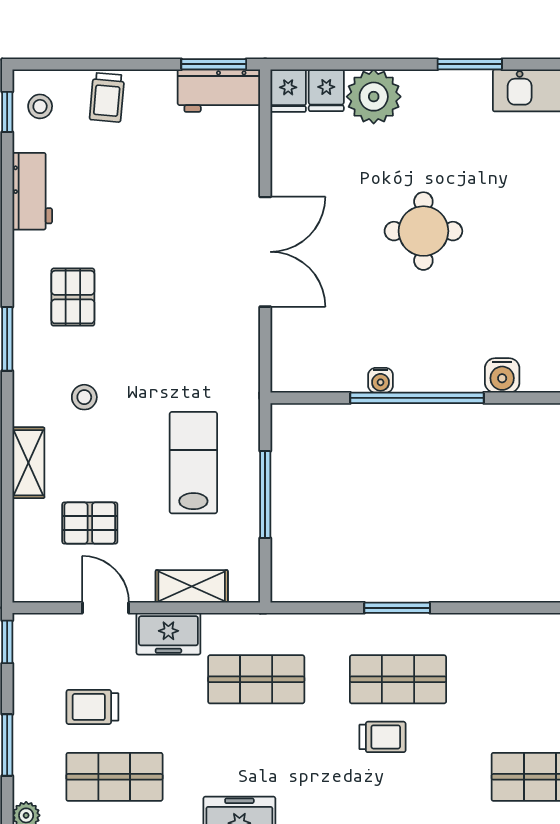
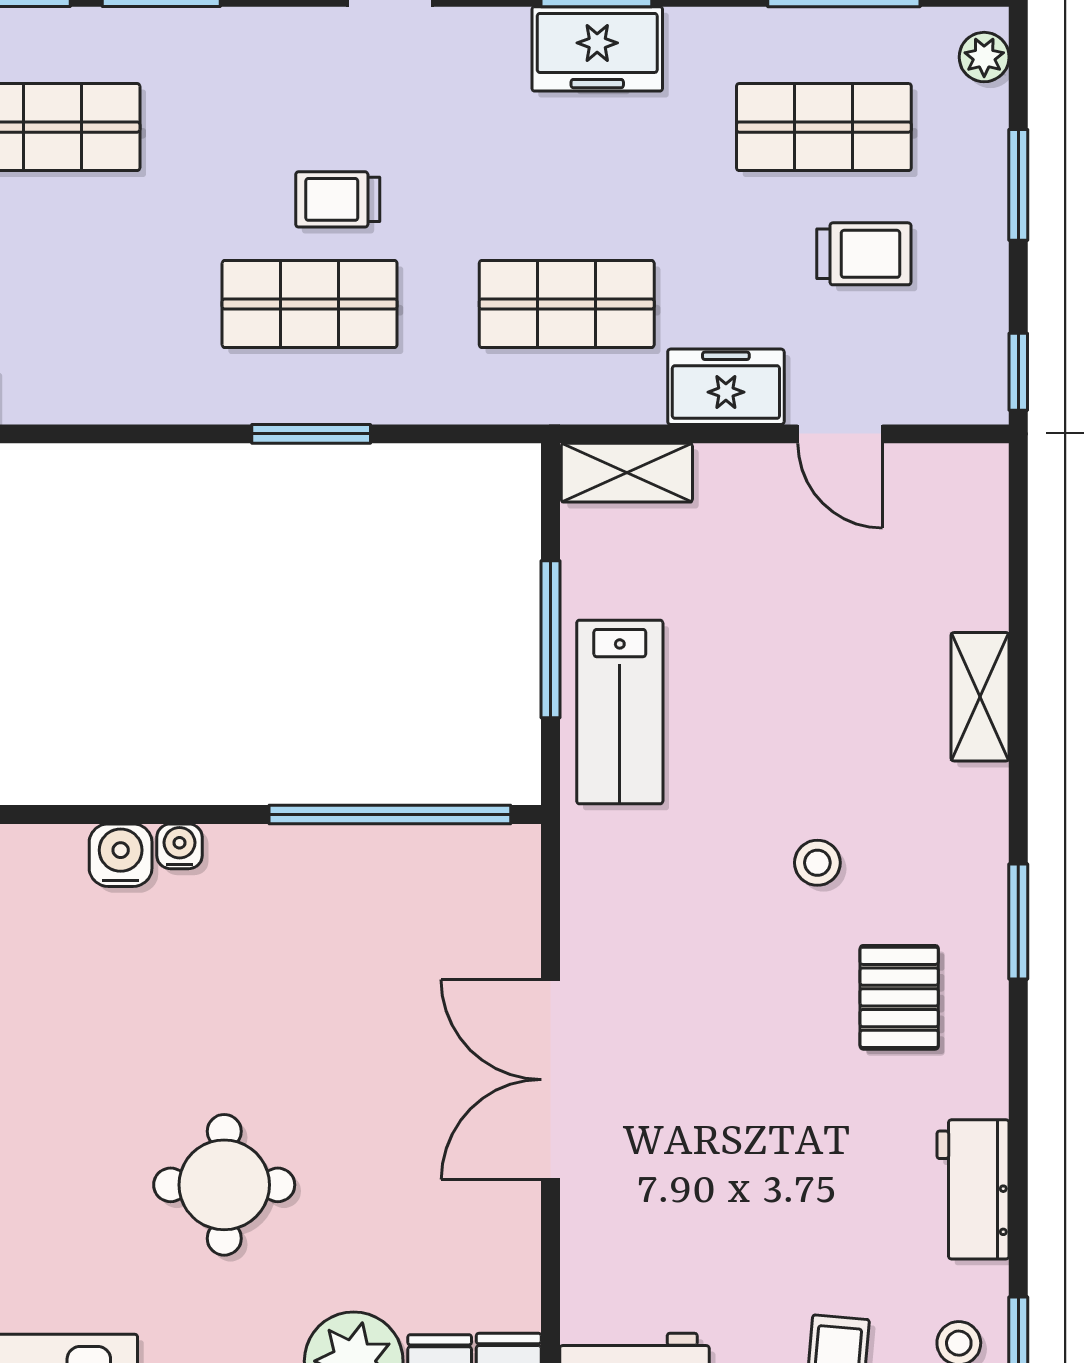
round table: (423, 231) -> (224, 1185), moved
water cooler: (381, 380) -> (180, 846), moved
stool: (84, 397) -> (817, 863), moved
window: (417, 398) -> (390, 814), moved
lab bench: (193, 463) -> (620, 712), moved
pallet: (90, 523) -> (869, 587), removed
shelving: (192, 586) -> (627, 473), moved

